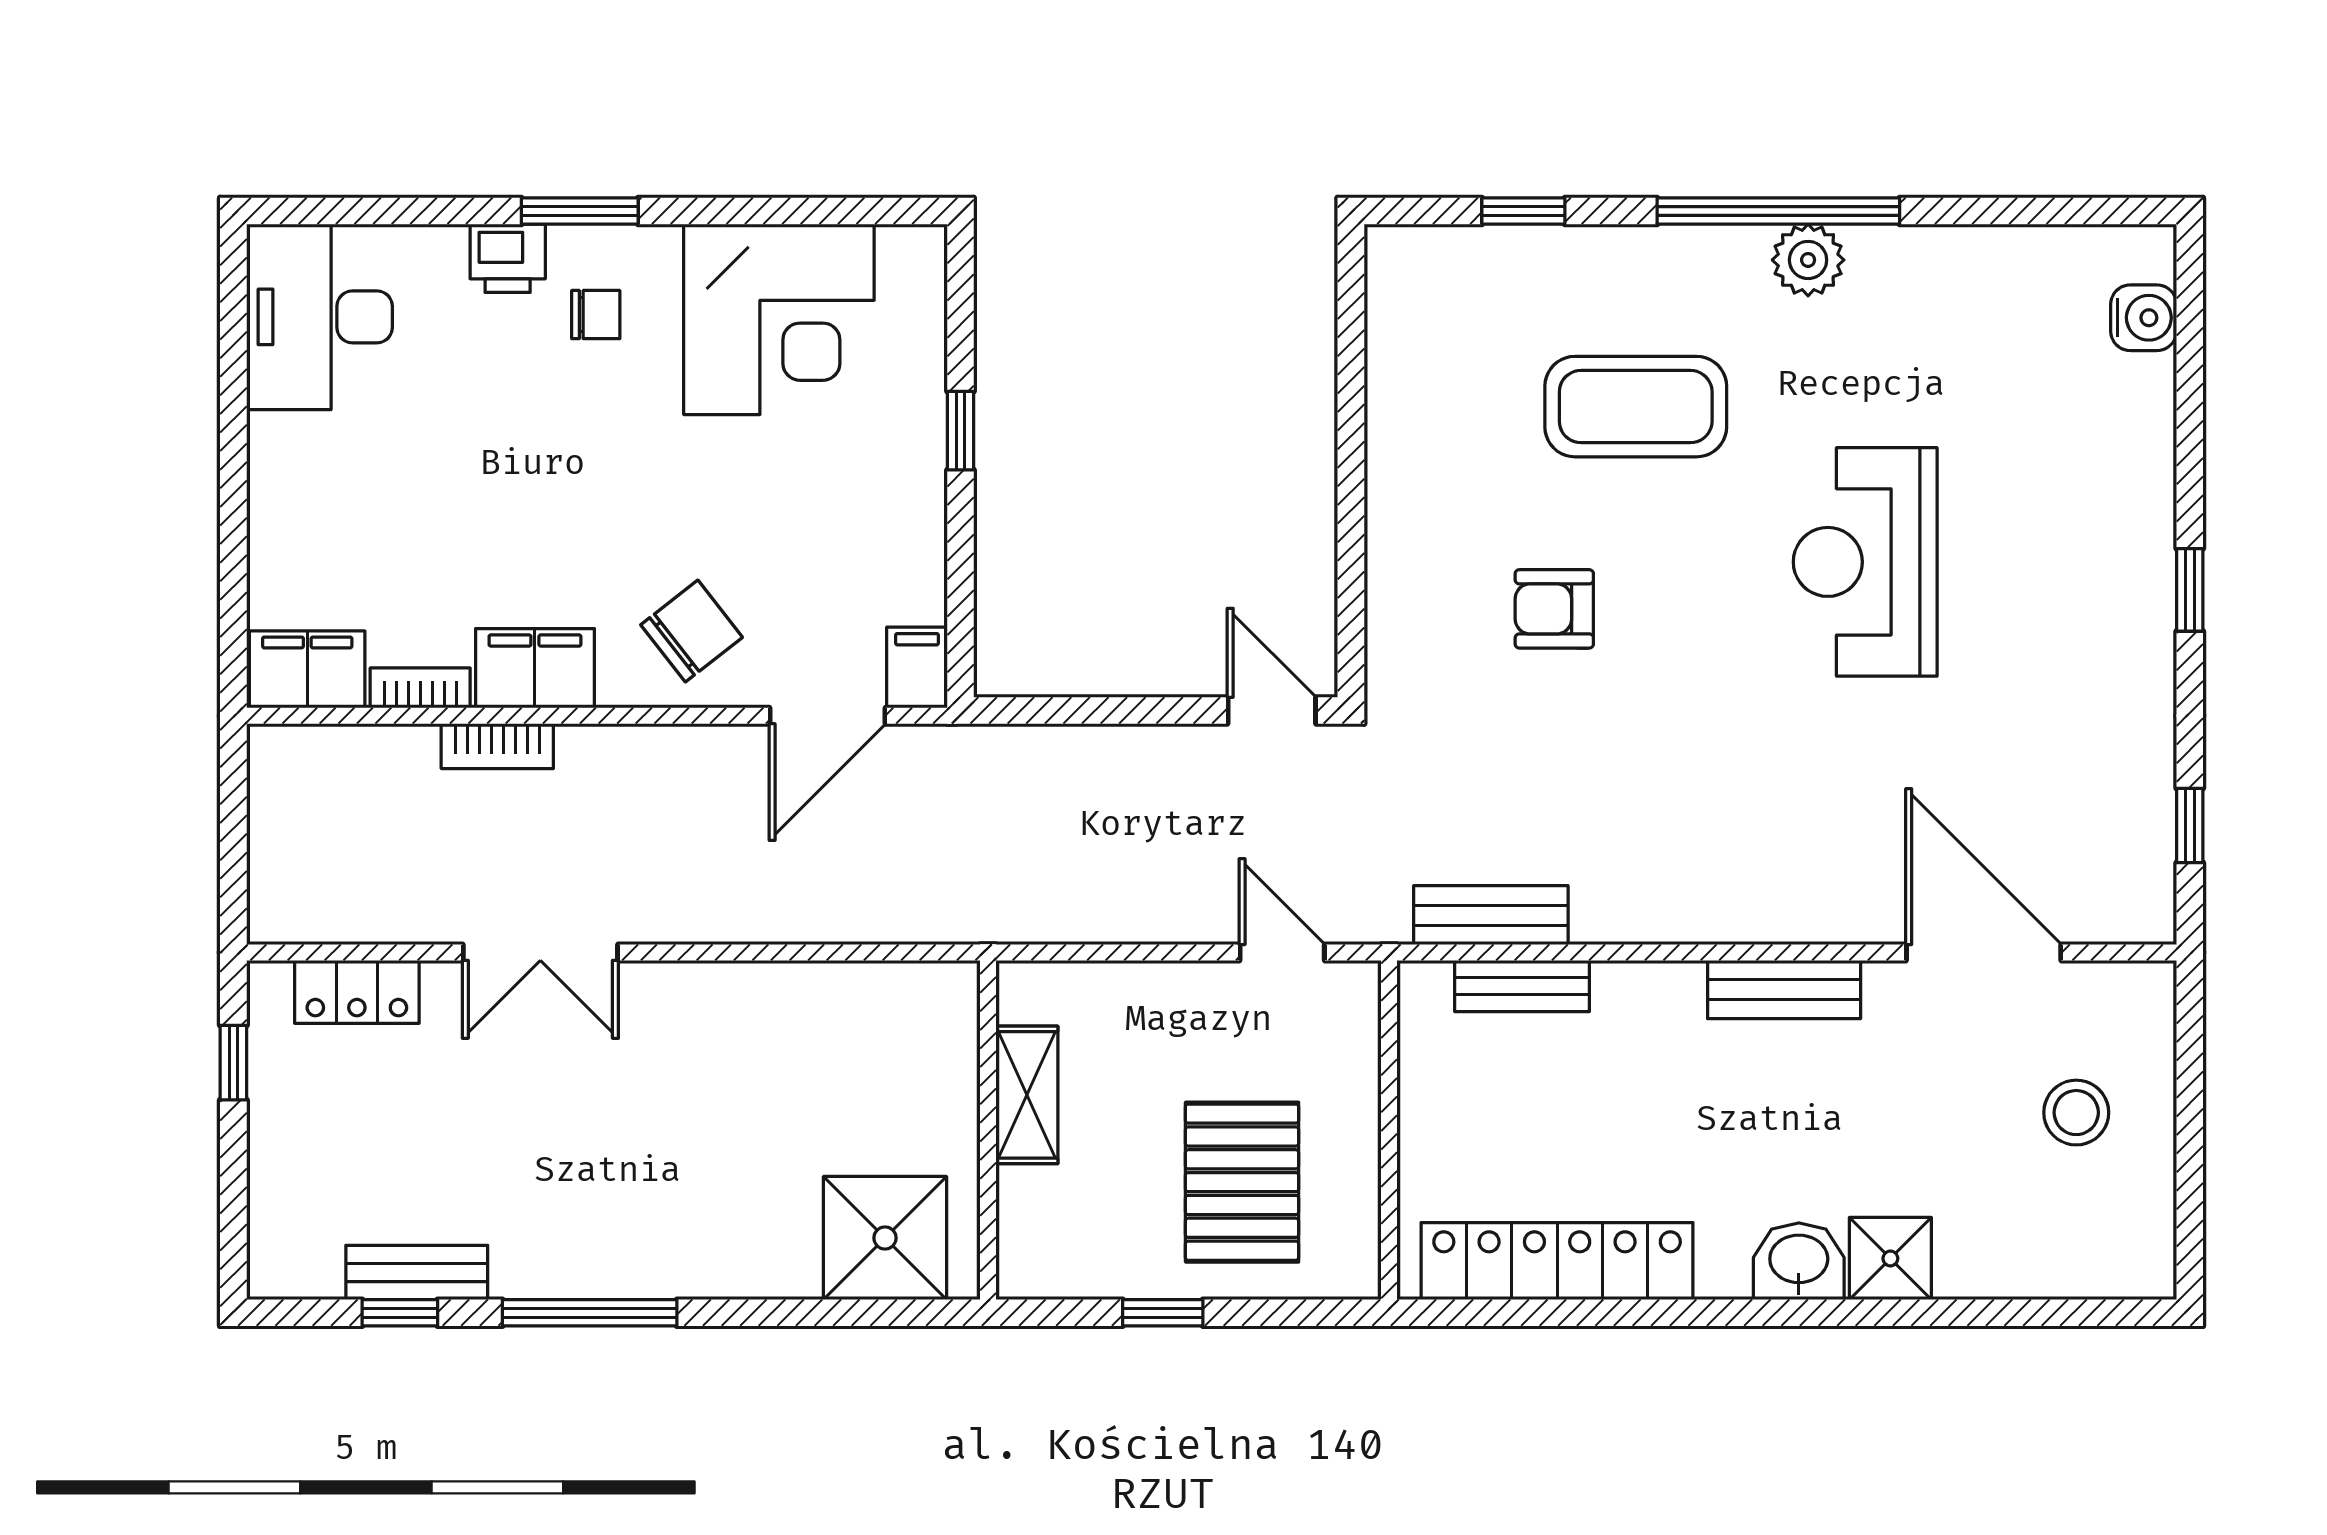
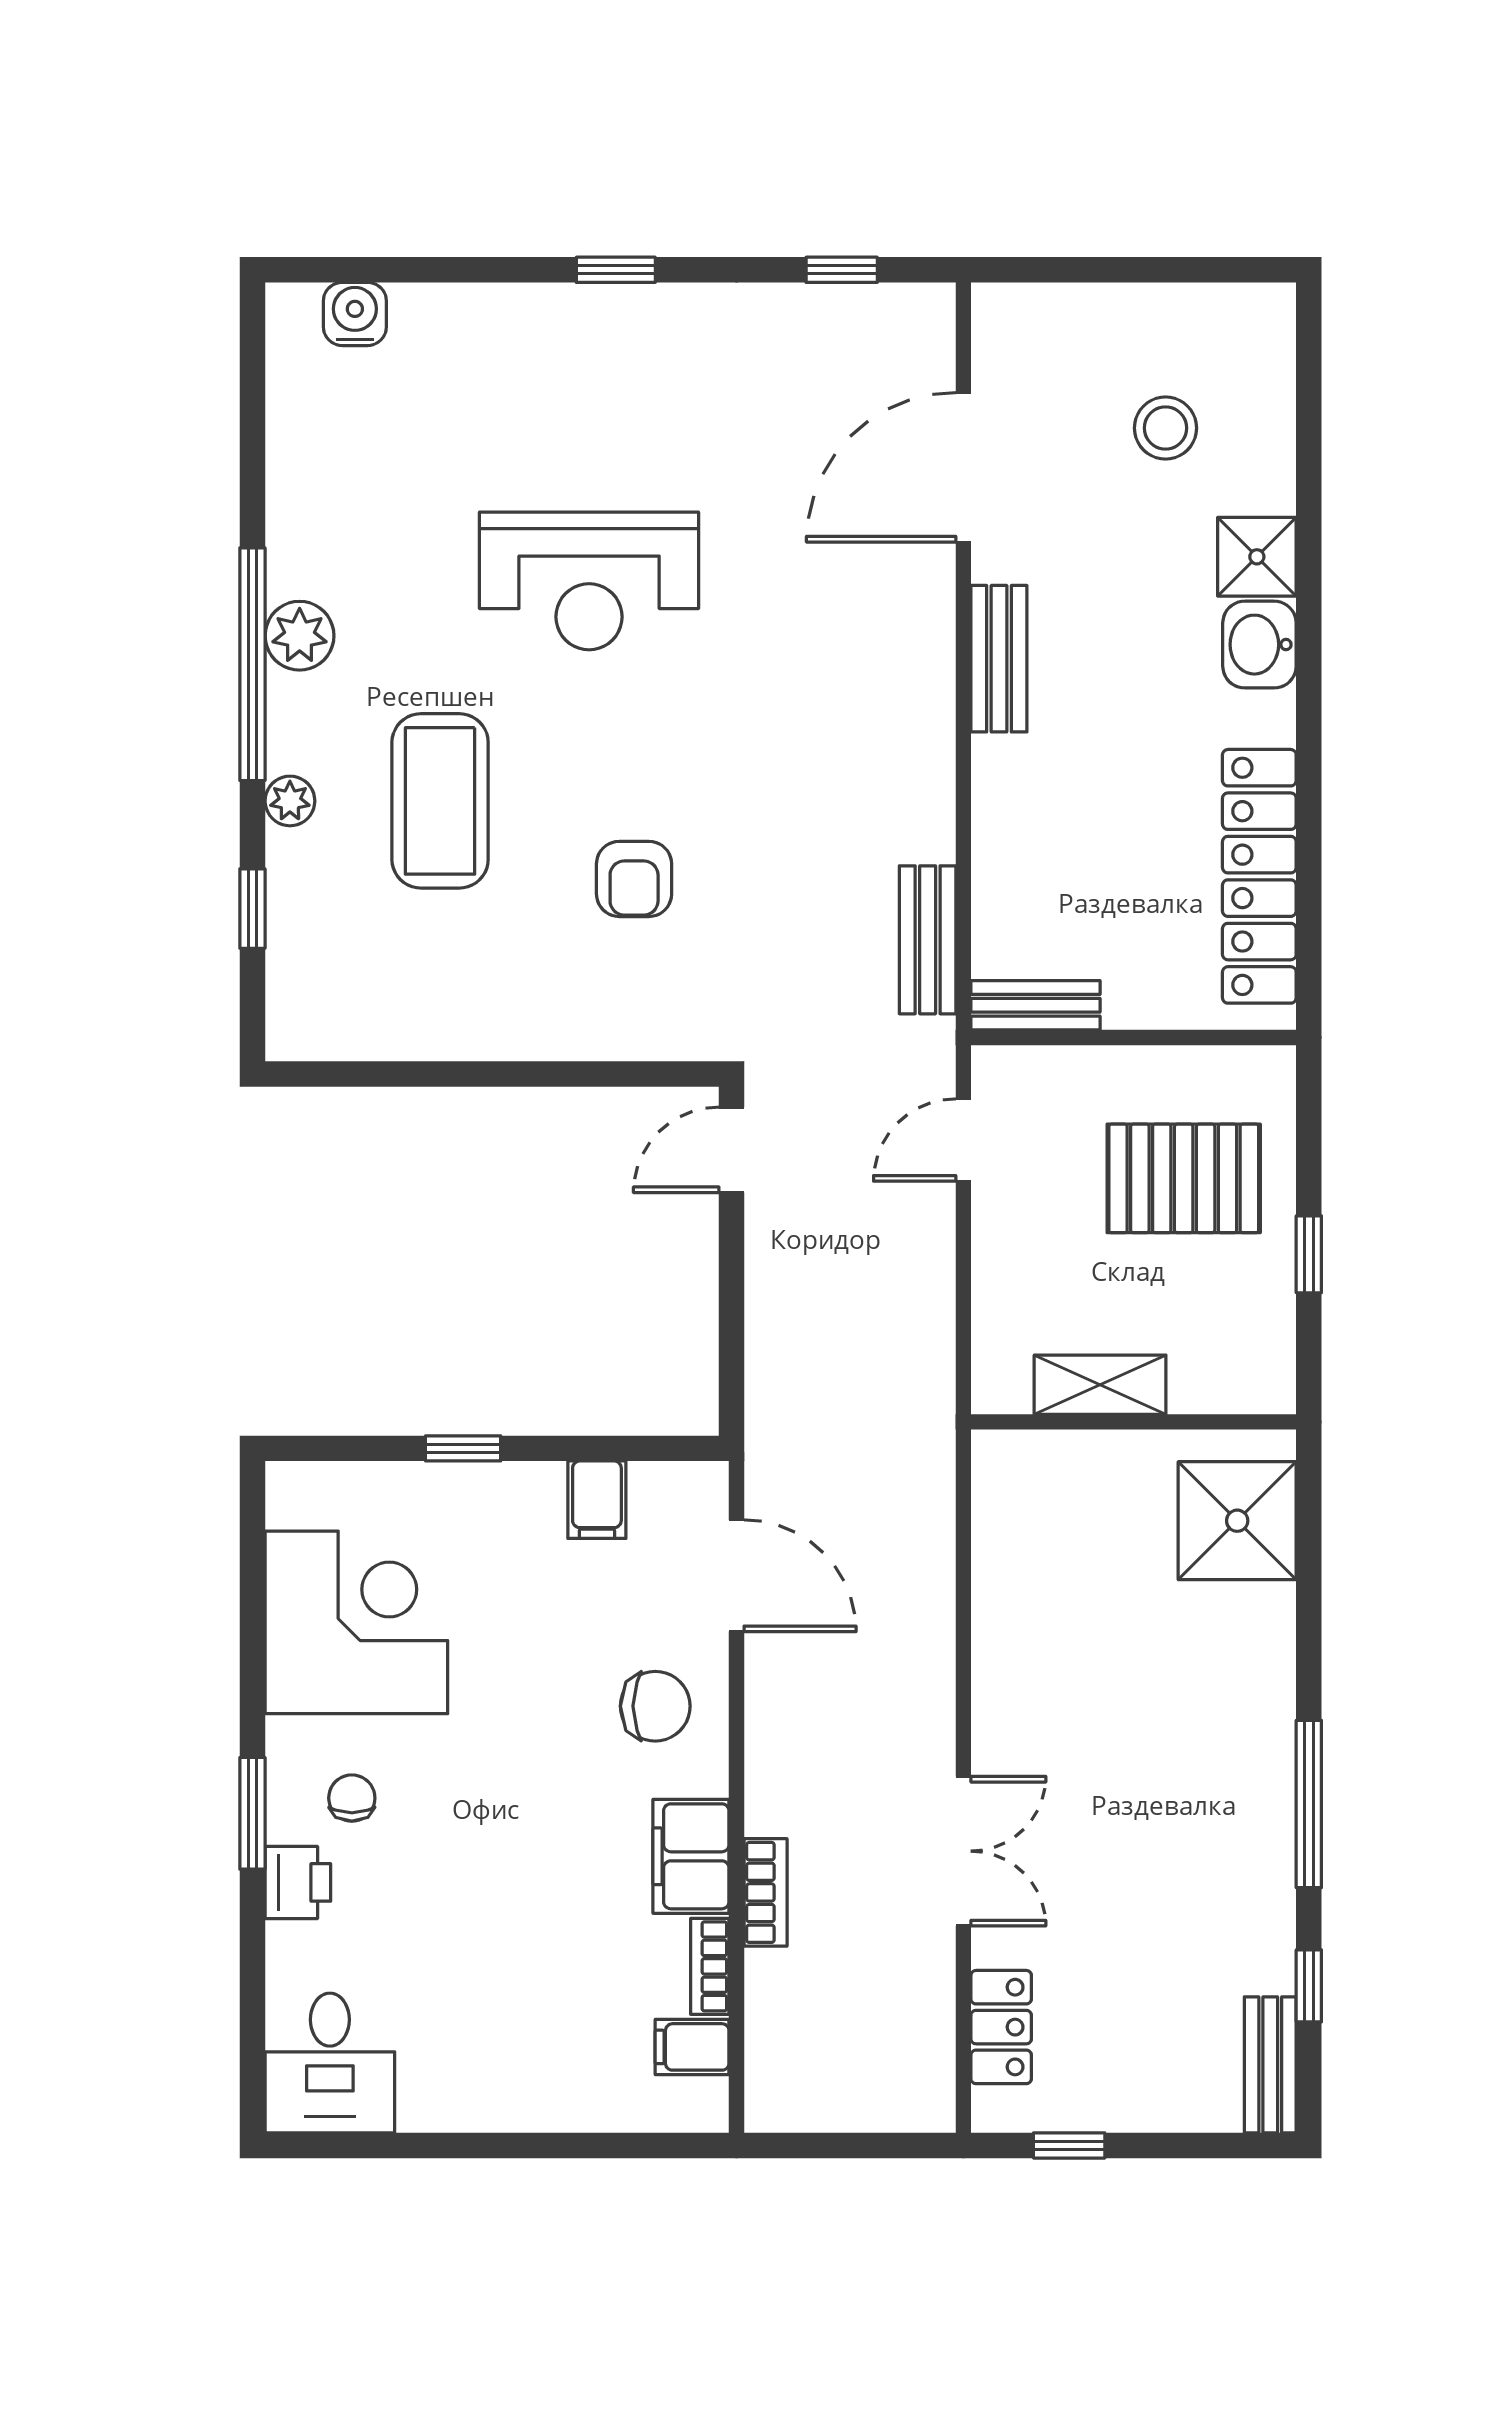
plant: (1636, 250) -> (290, 801), added
desk: (319, 317) -> (330, 2063), width x0.73
chair: (692, 631) -> (655, 1706), turned 128
filing cabinet: (917, 667) -> (597, 1500), moved, turned -90
filing cabinet: (307, 669) -> (692, 2047), width x0.50
bench: (1522, 986) -> (1036, 1005), moved, turned 90
stool: (2076, 1113) -> (1166, 428), moved
bench: (417, 1272) -> (1270, 2065), moved

